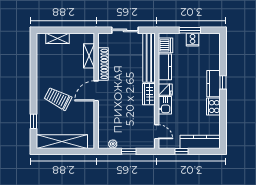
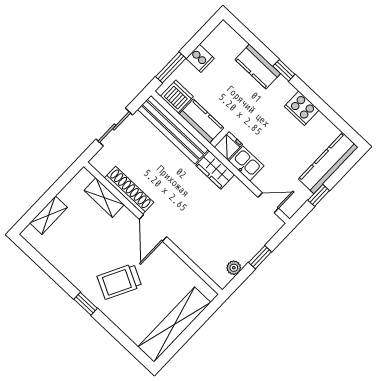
window: (190, 30) -> (171, 67), moved
kitchen counter: (213, 84) -> (258, 67), moved
window: (33, 121) -> (86, 304), moved

